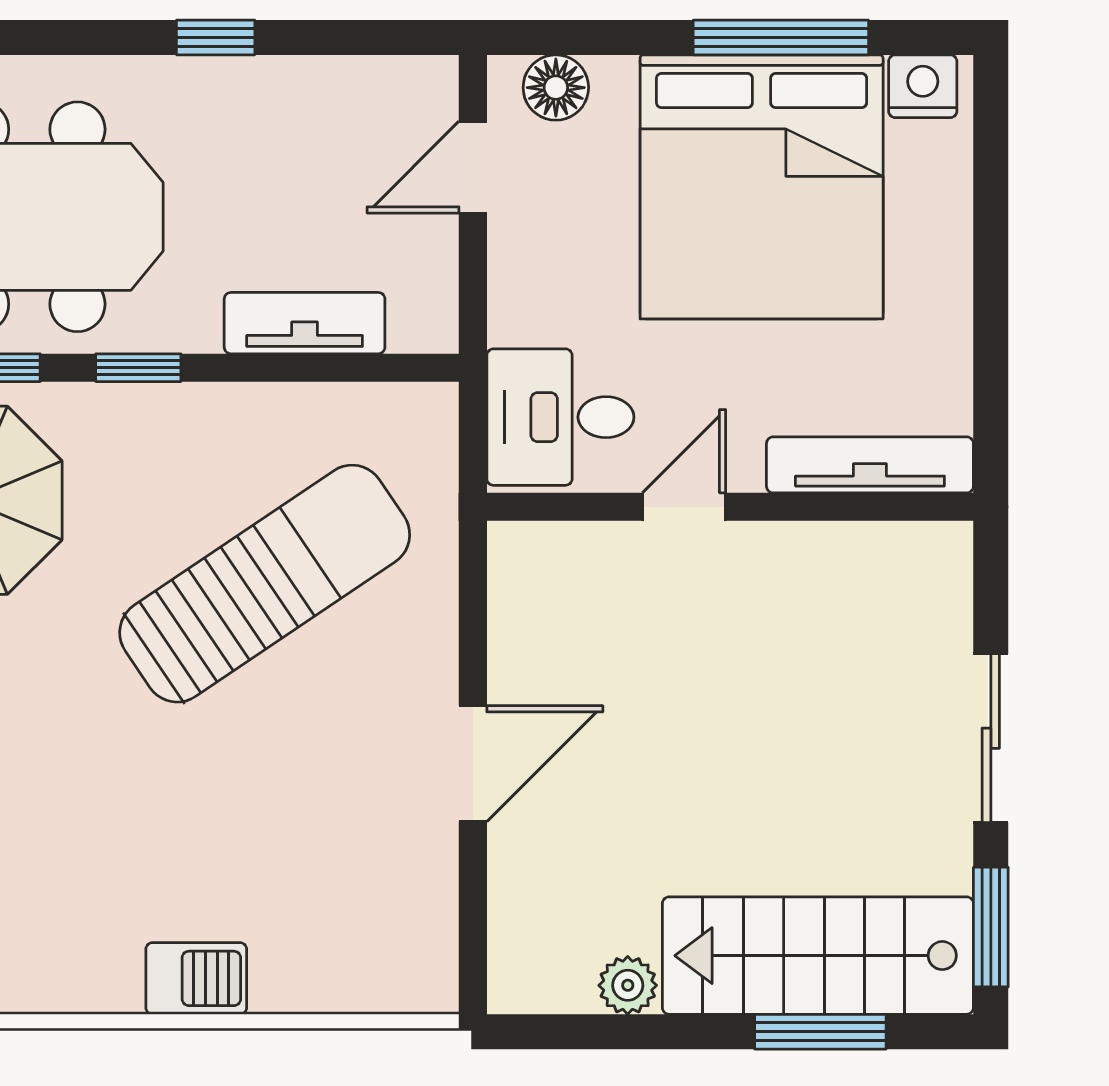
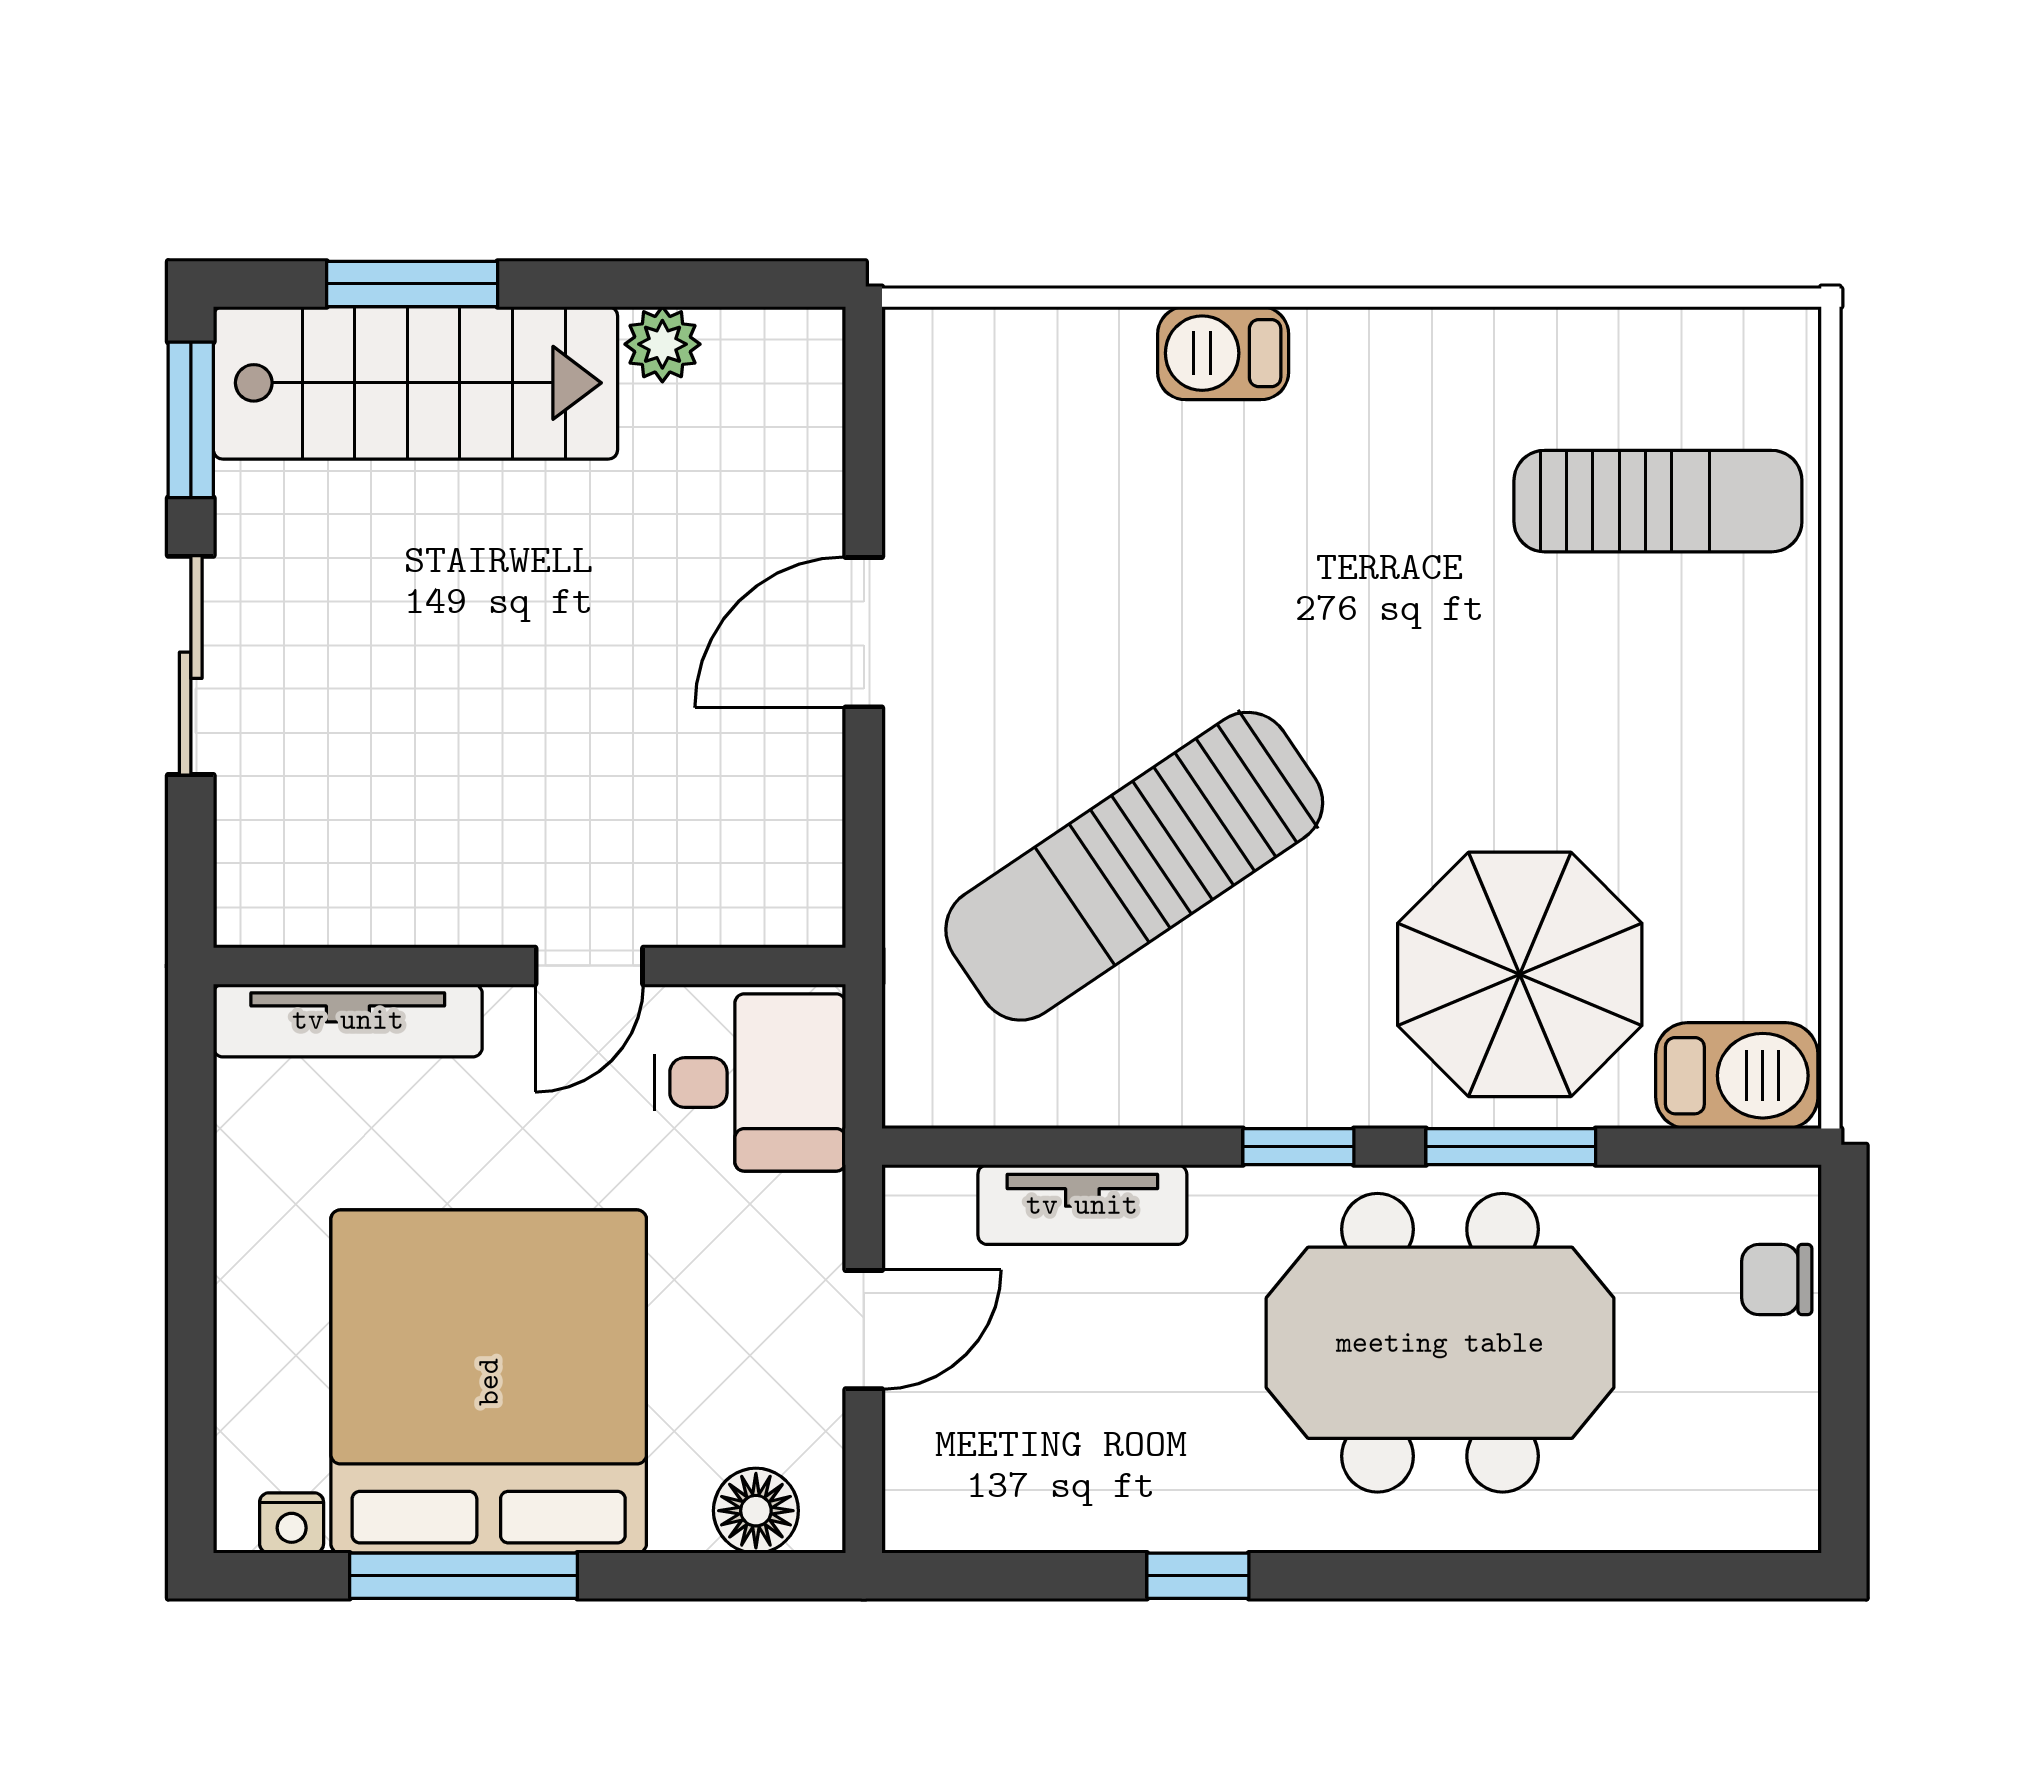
nightstand: (923, 86) -> (292, 1523), width x0.72, depth x0.74
door: (473, 167) -> (864, 1330), moved

